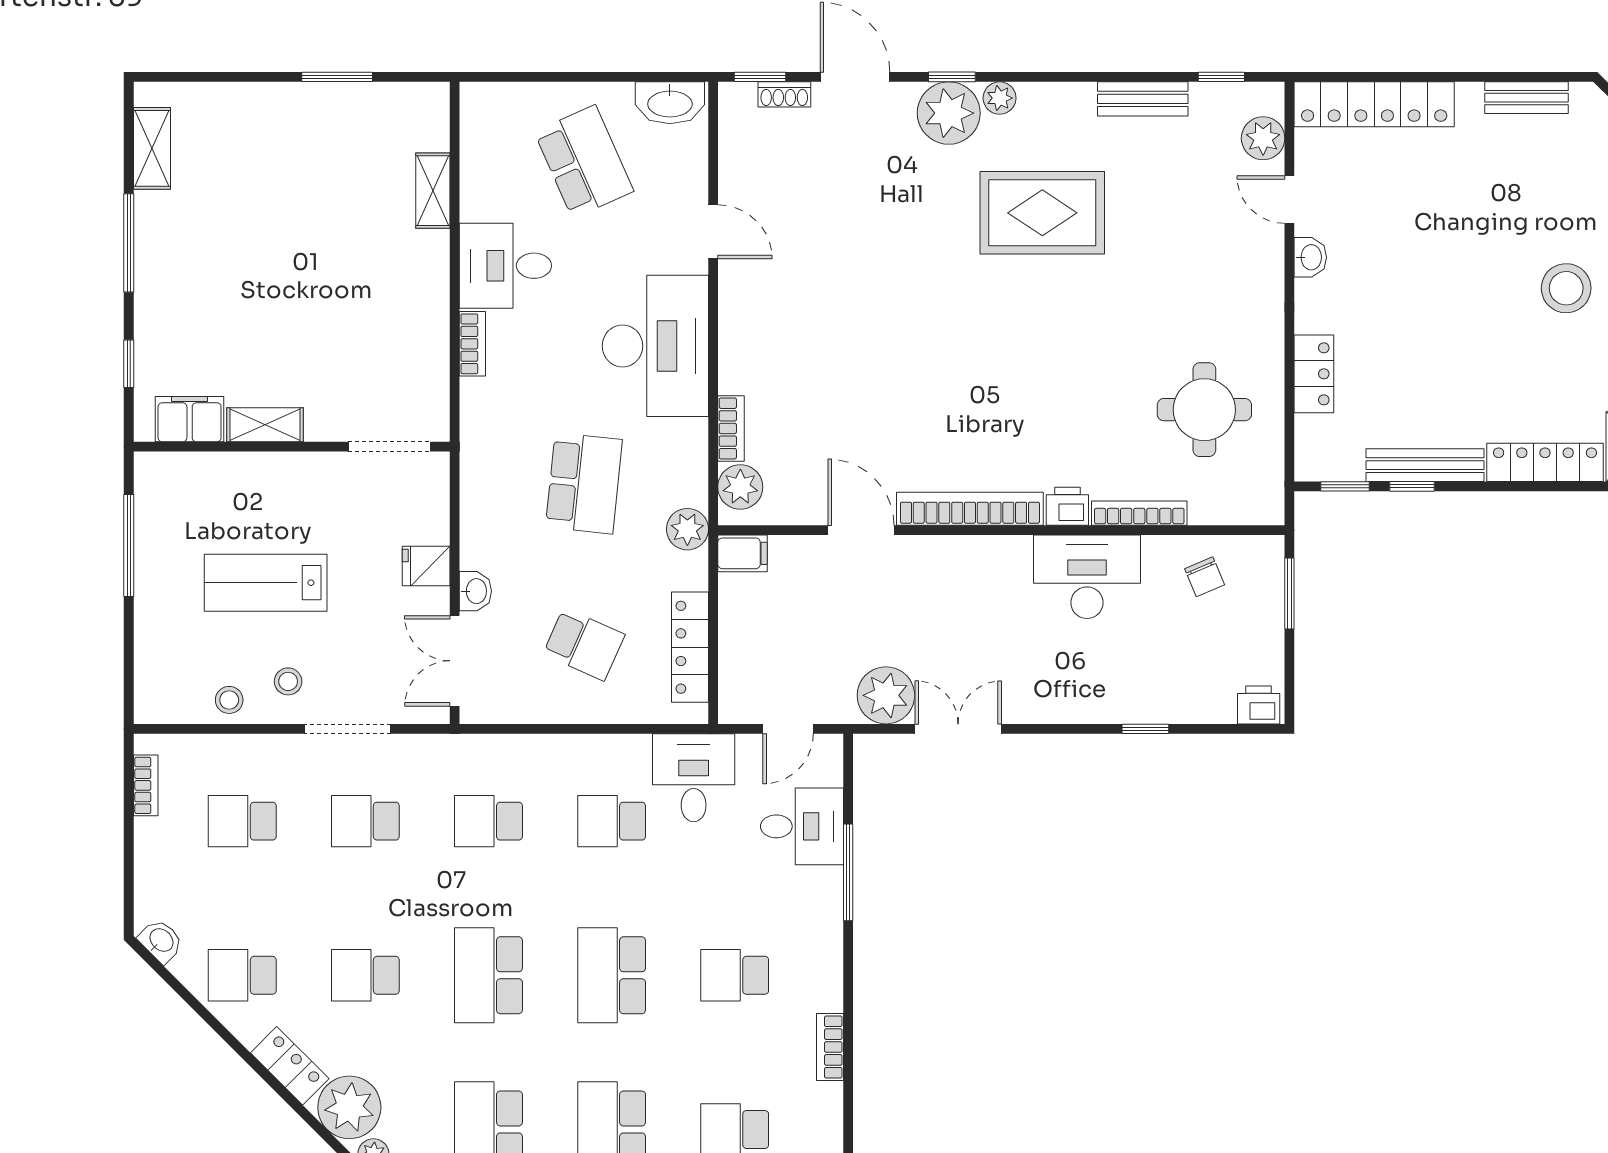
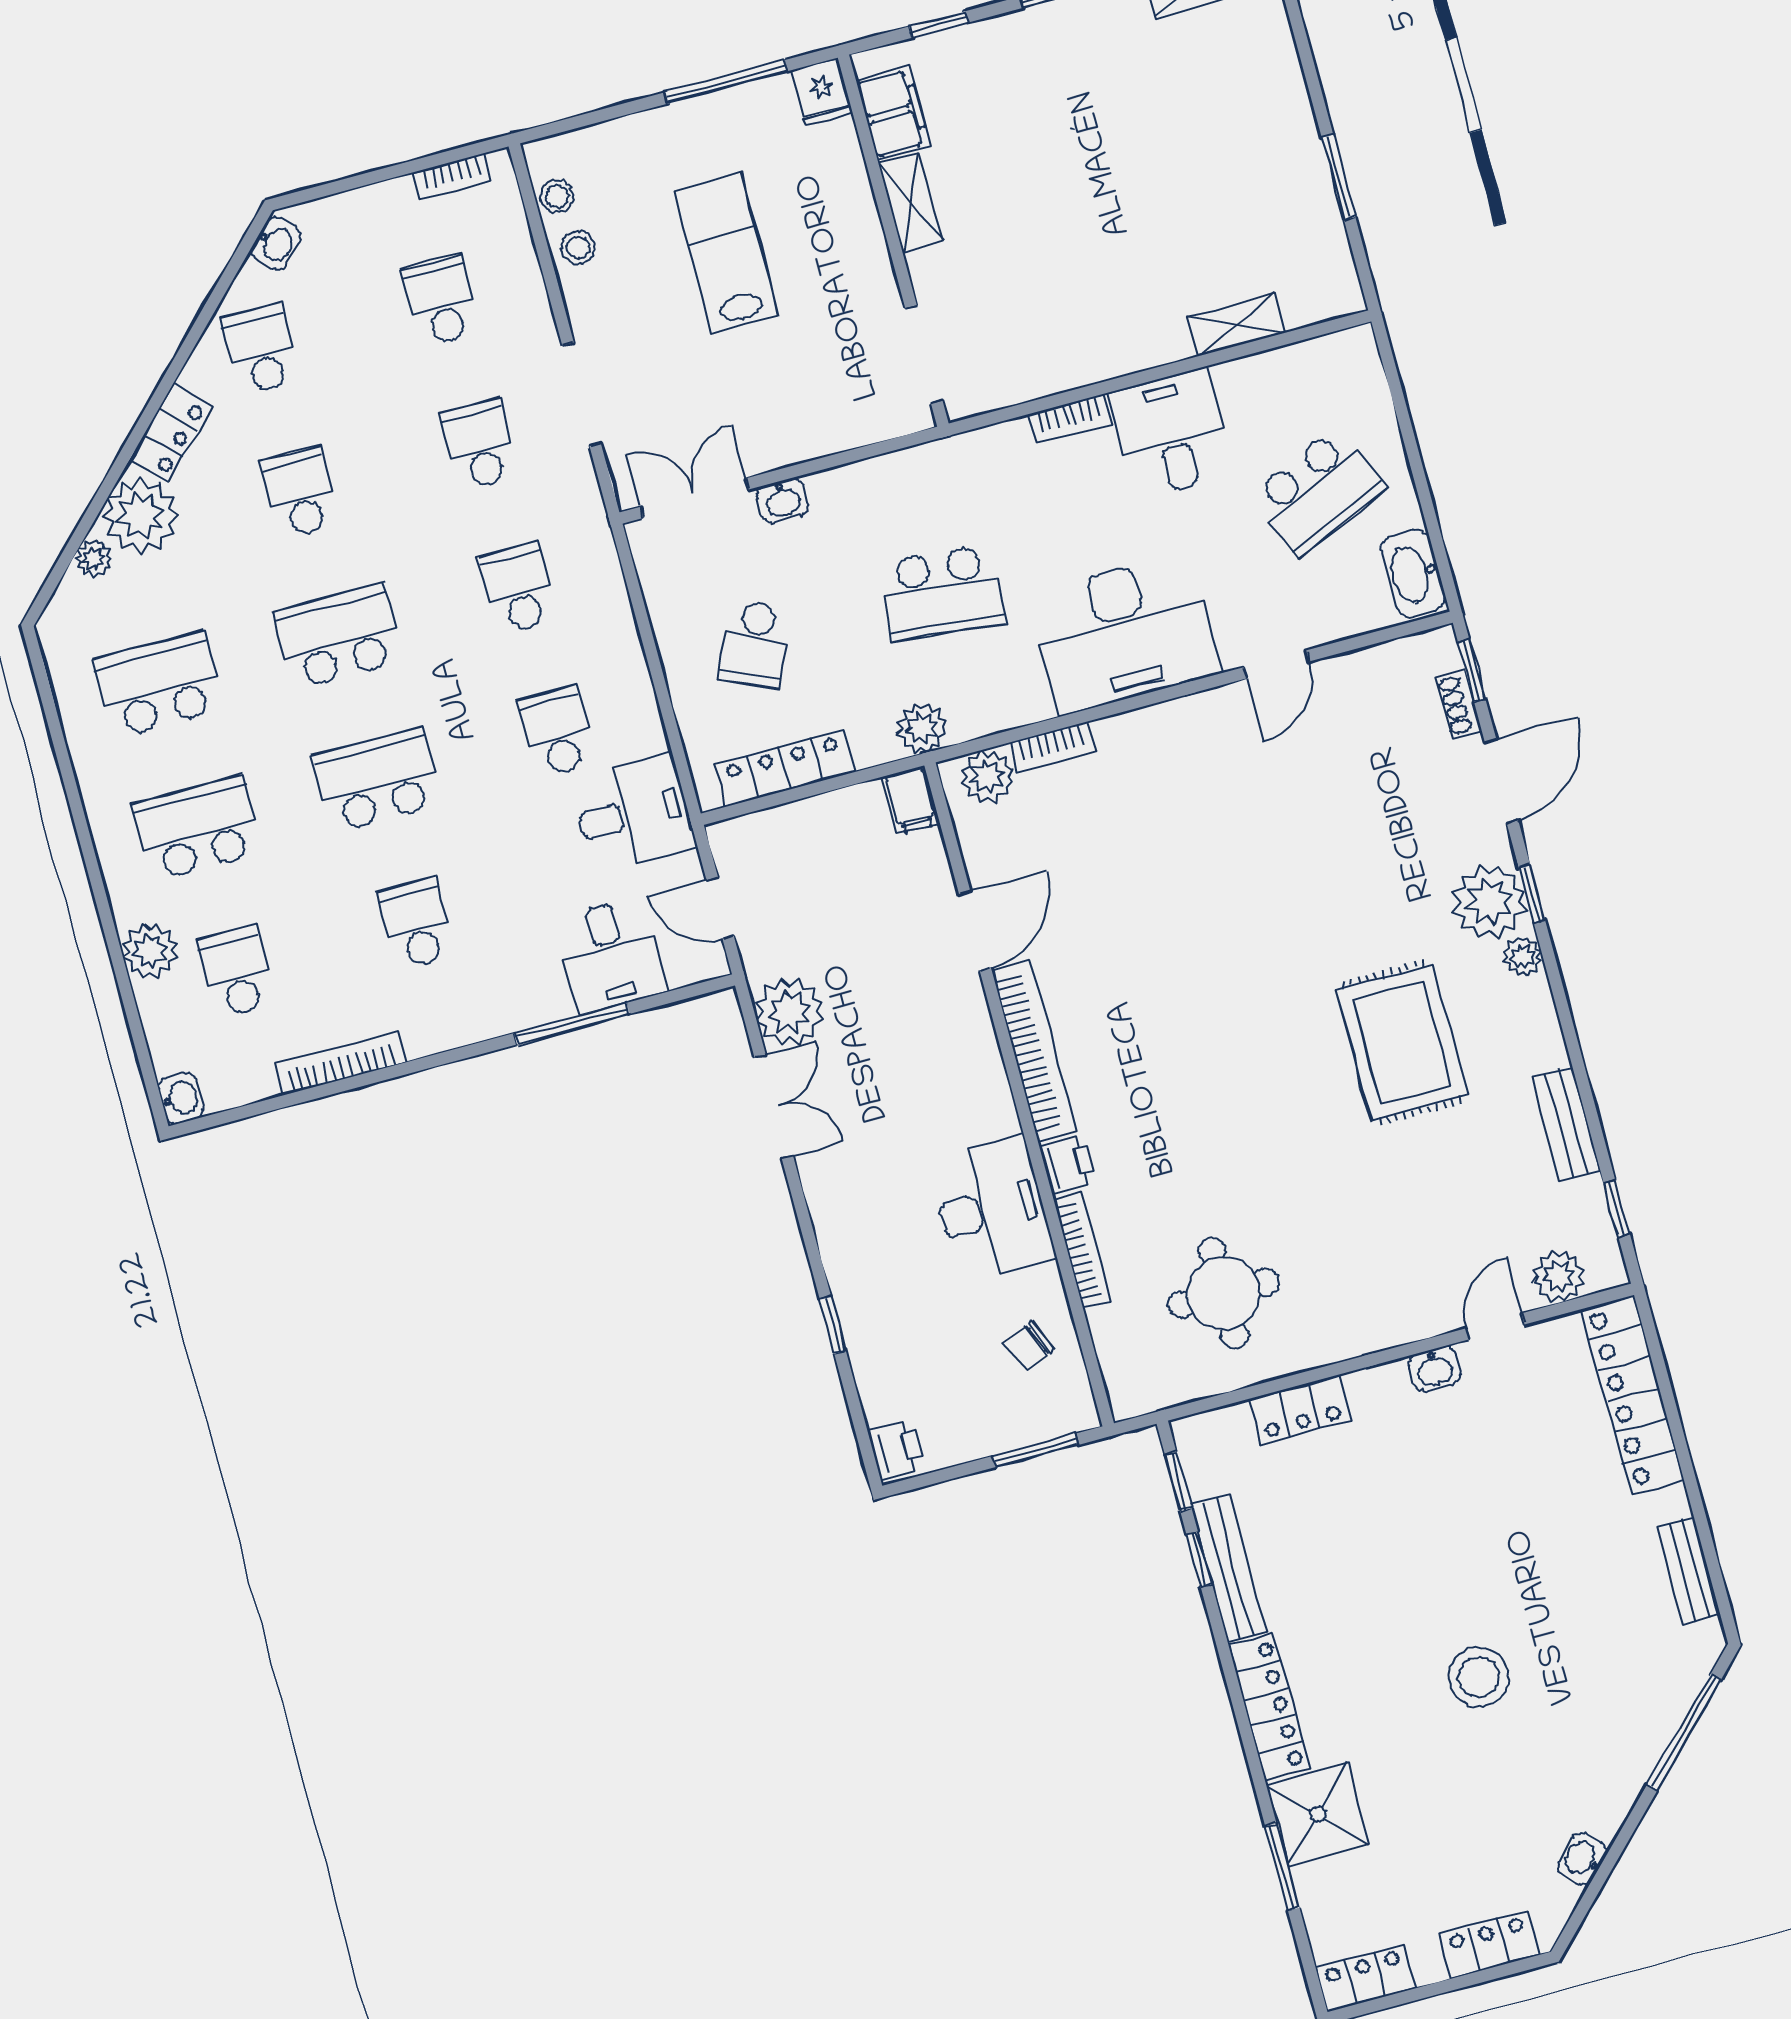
fridge: (426, 566) -> (822, 92), moved, turned 180
stool: (288, 681) -> (557, 196), moved
bookcase: (830, 1047) -> (340, 1063), width x1.56

